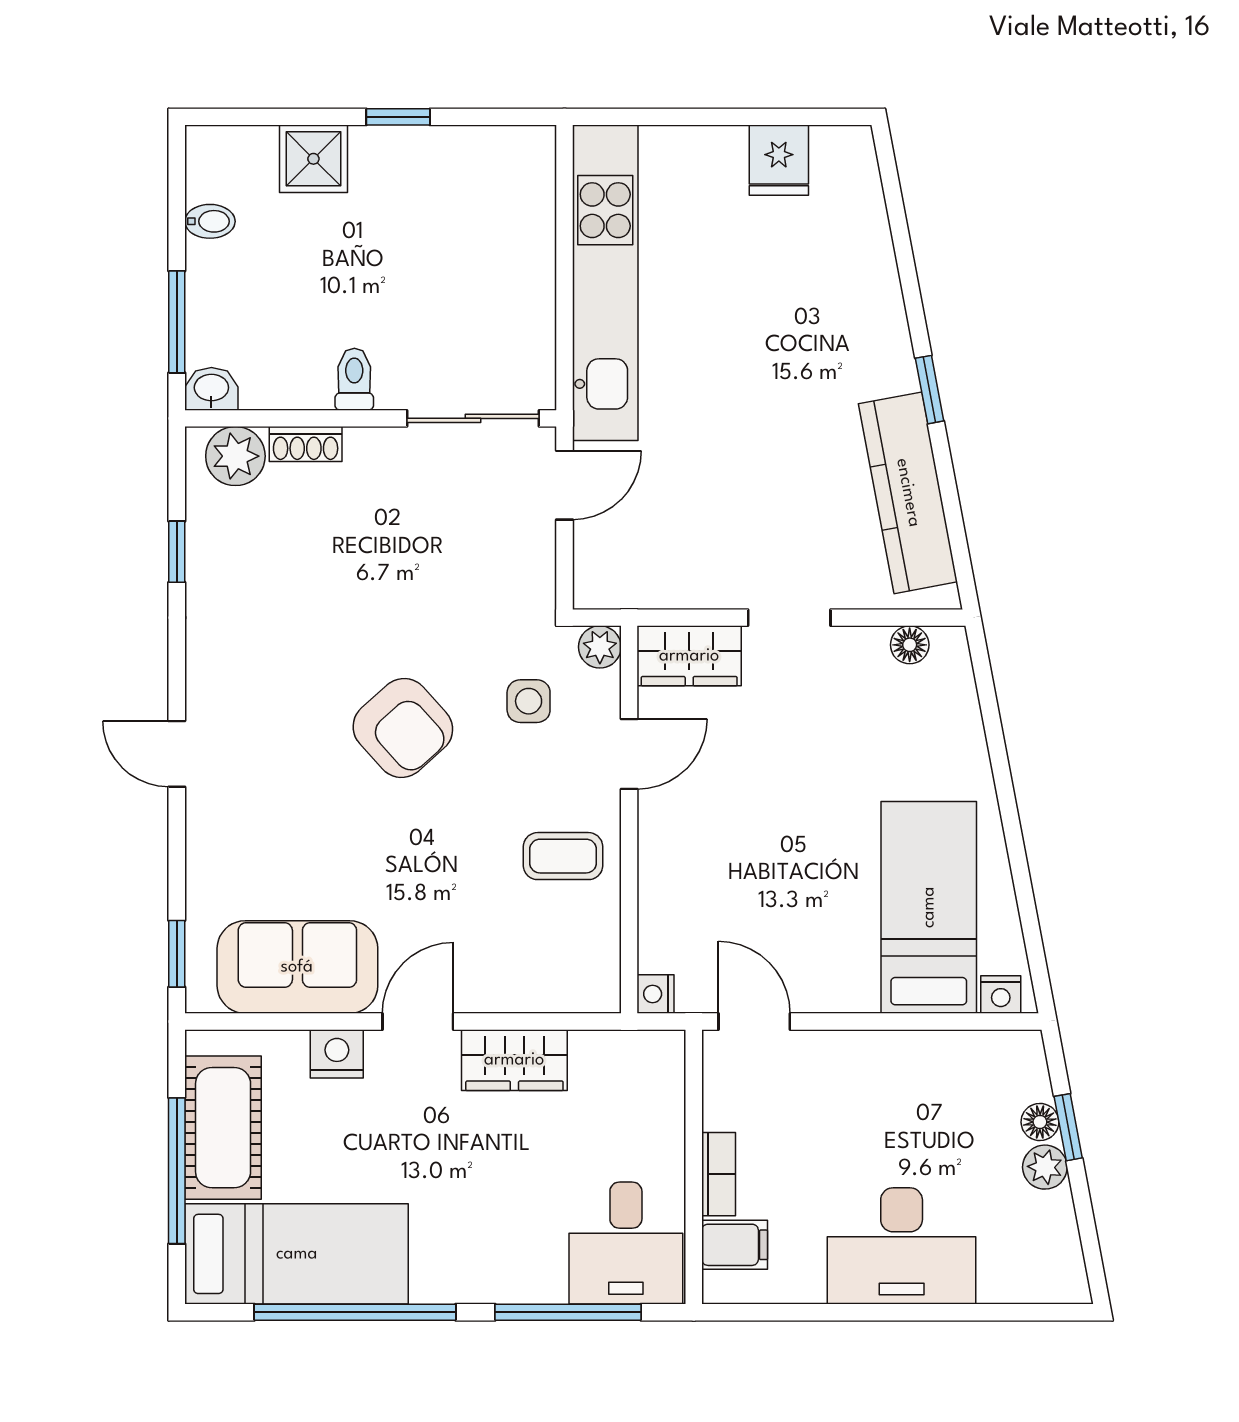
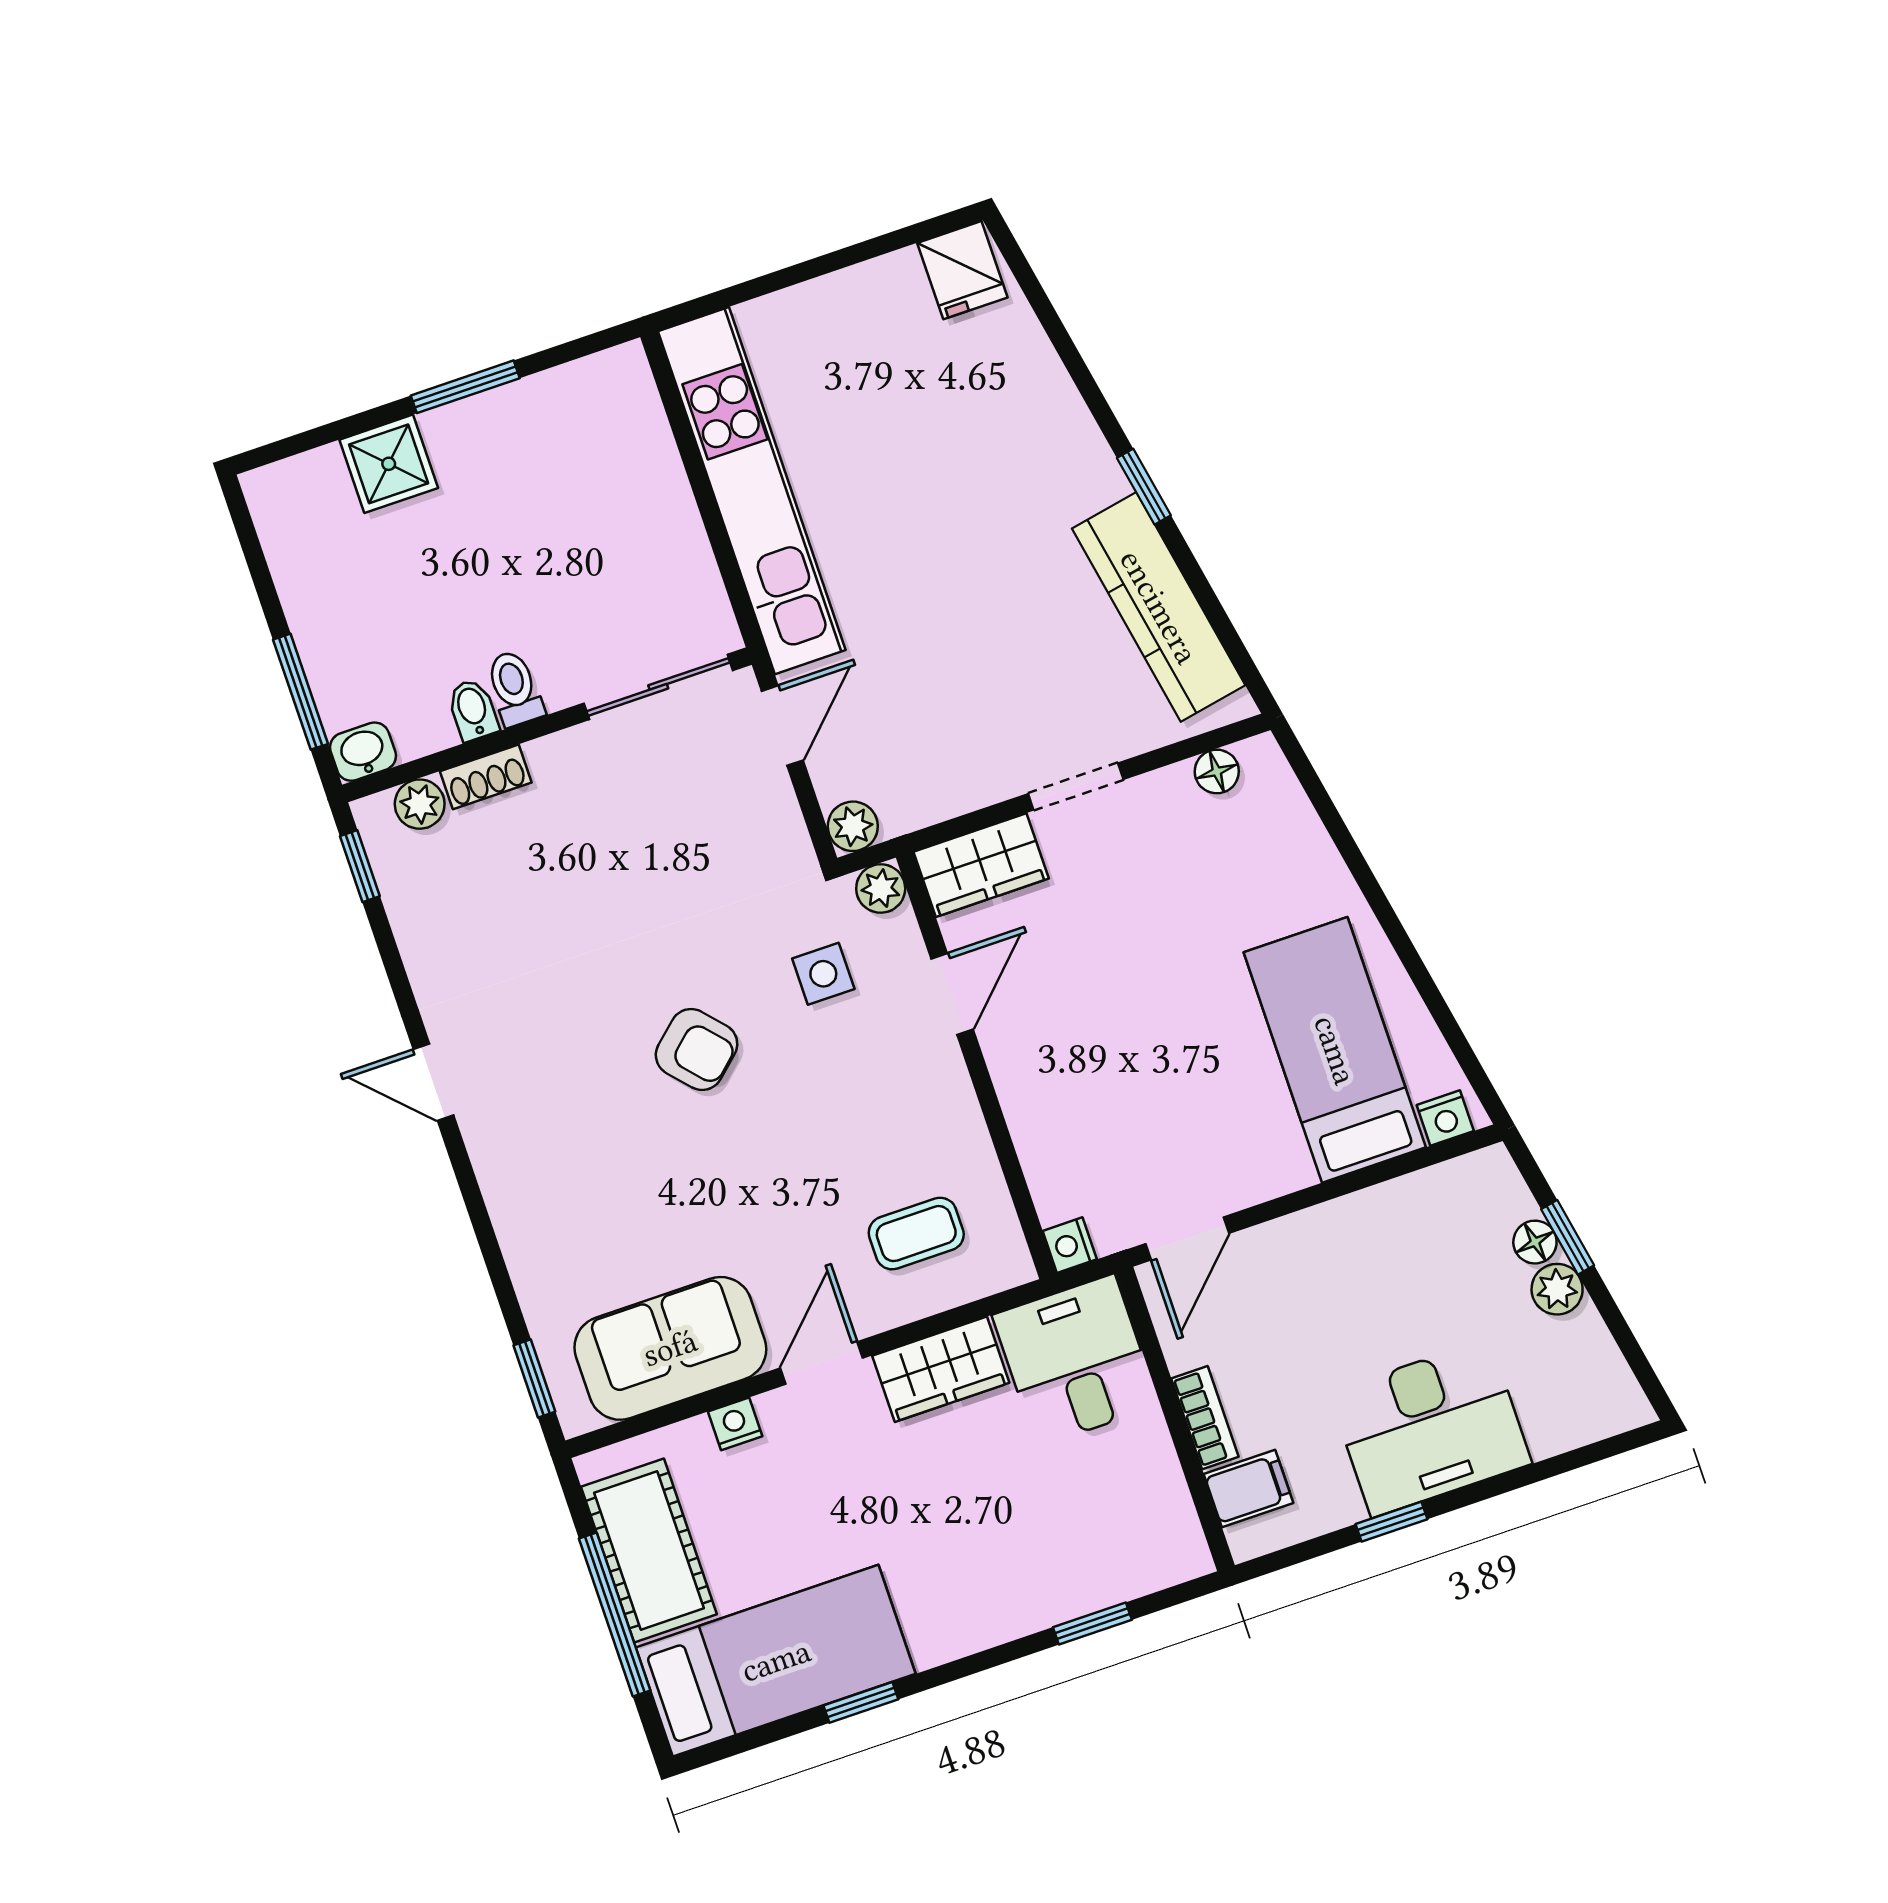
window: (398, 117) -> (465, 387), width x1.50
fridge: (779, 160) -> (962, 270), moved
bidet: (210, 221) -> (473, 710), moved, turned -90
plant: (235, 456) -> (420, 804), width x0.73, depth x0.73
window: (177, 552) -> (360, 866), moved
plant: (594, 588) -> (853, 826), added
armchair: (403, 728) -> (697, 1049), width x0.72, depth x0.72
door: (177, 754) -> (434, 1082), moved
coffee table: (563, 856) -> (916, 1234), moved
door: (754, 1021) -> (1187, 1238), swing flipped
nightstand: (337, 1054) -> (735, 1424), width x0.72, depth x0.74
desk: (626, 1243) -> (1076, 1360), moved, turned 180
window: (355, 1312) -> (861, 1702), width x0.32
window: (568, 1312) -> (1092, 1624), width x0.46
window: (843, 1312) -> (1392, 1522), added

